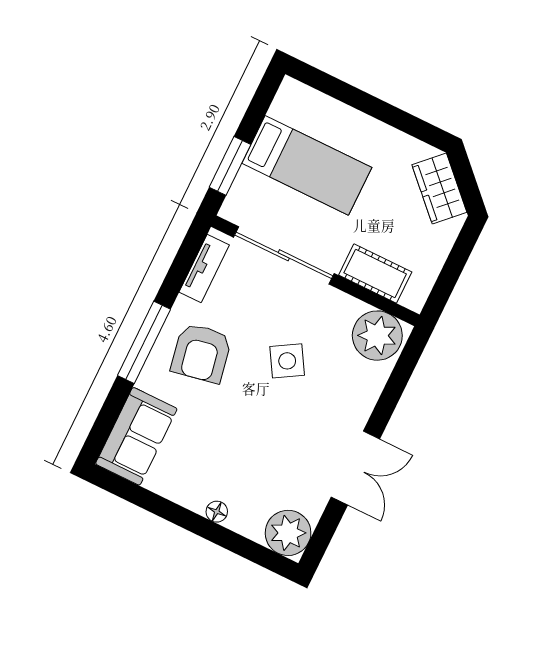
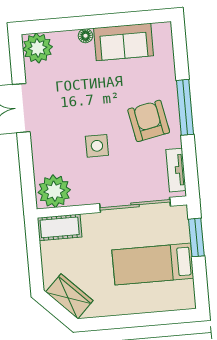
cot: (375, 273) -> (60, 227), moved
side table: (287, 361) -> (97, 146), turned 31
sofa: (136, 436) -> (124, 42), moved, turned -90

